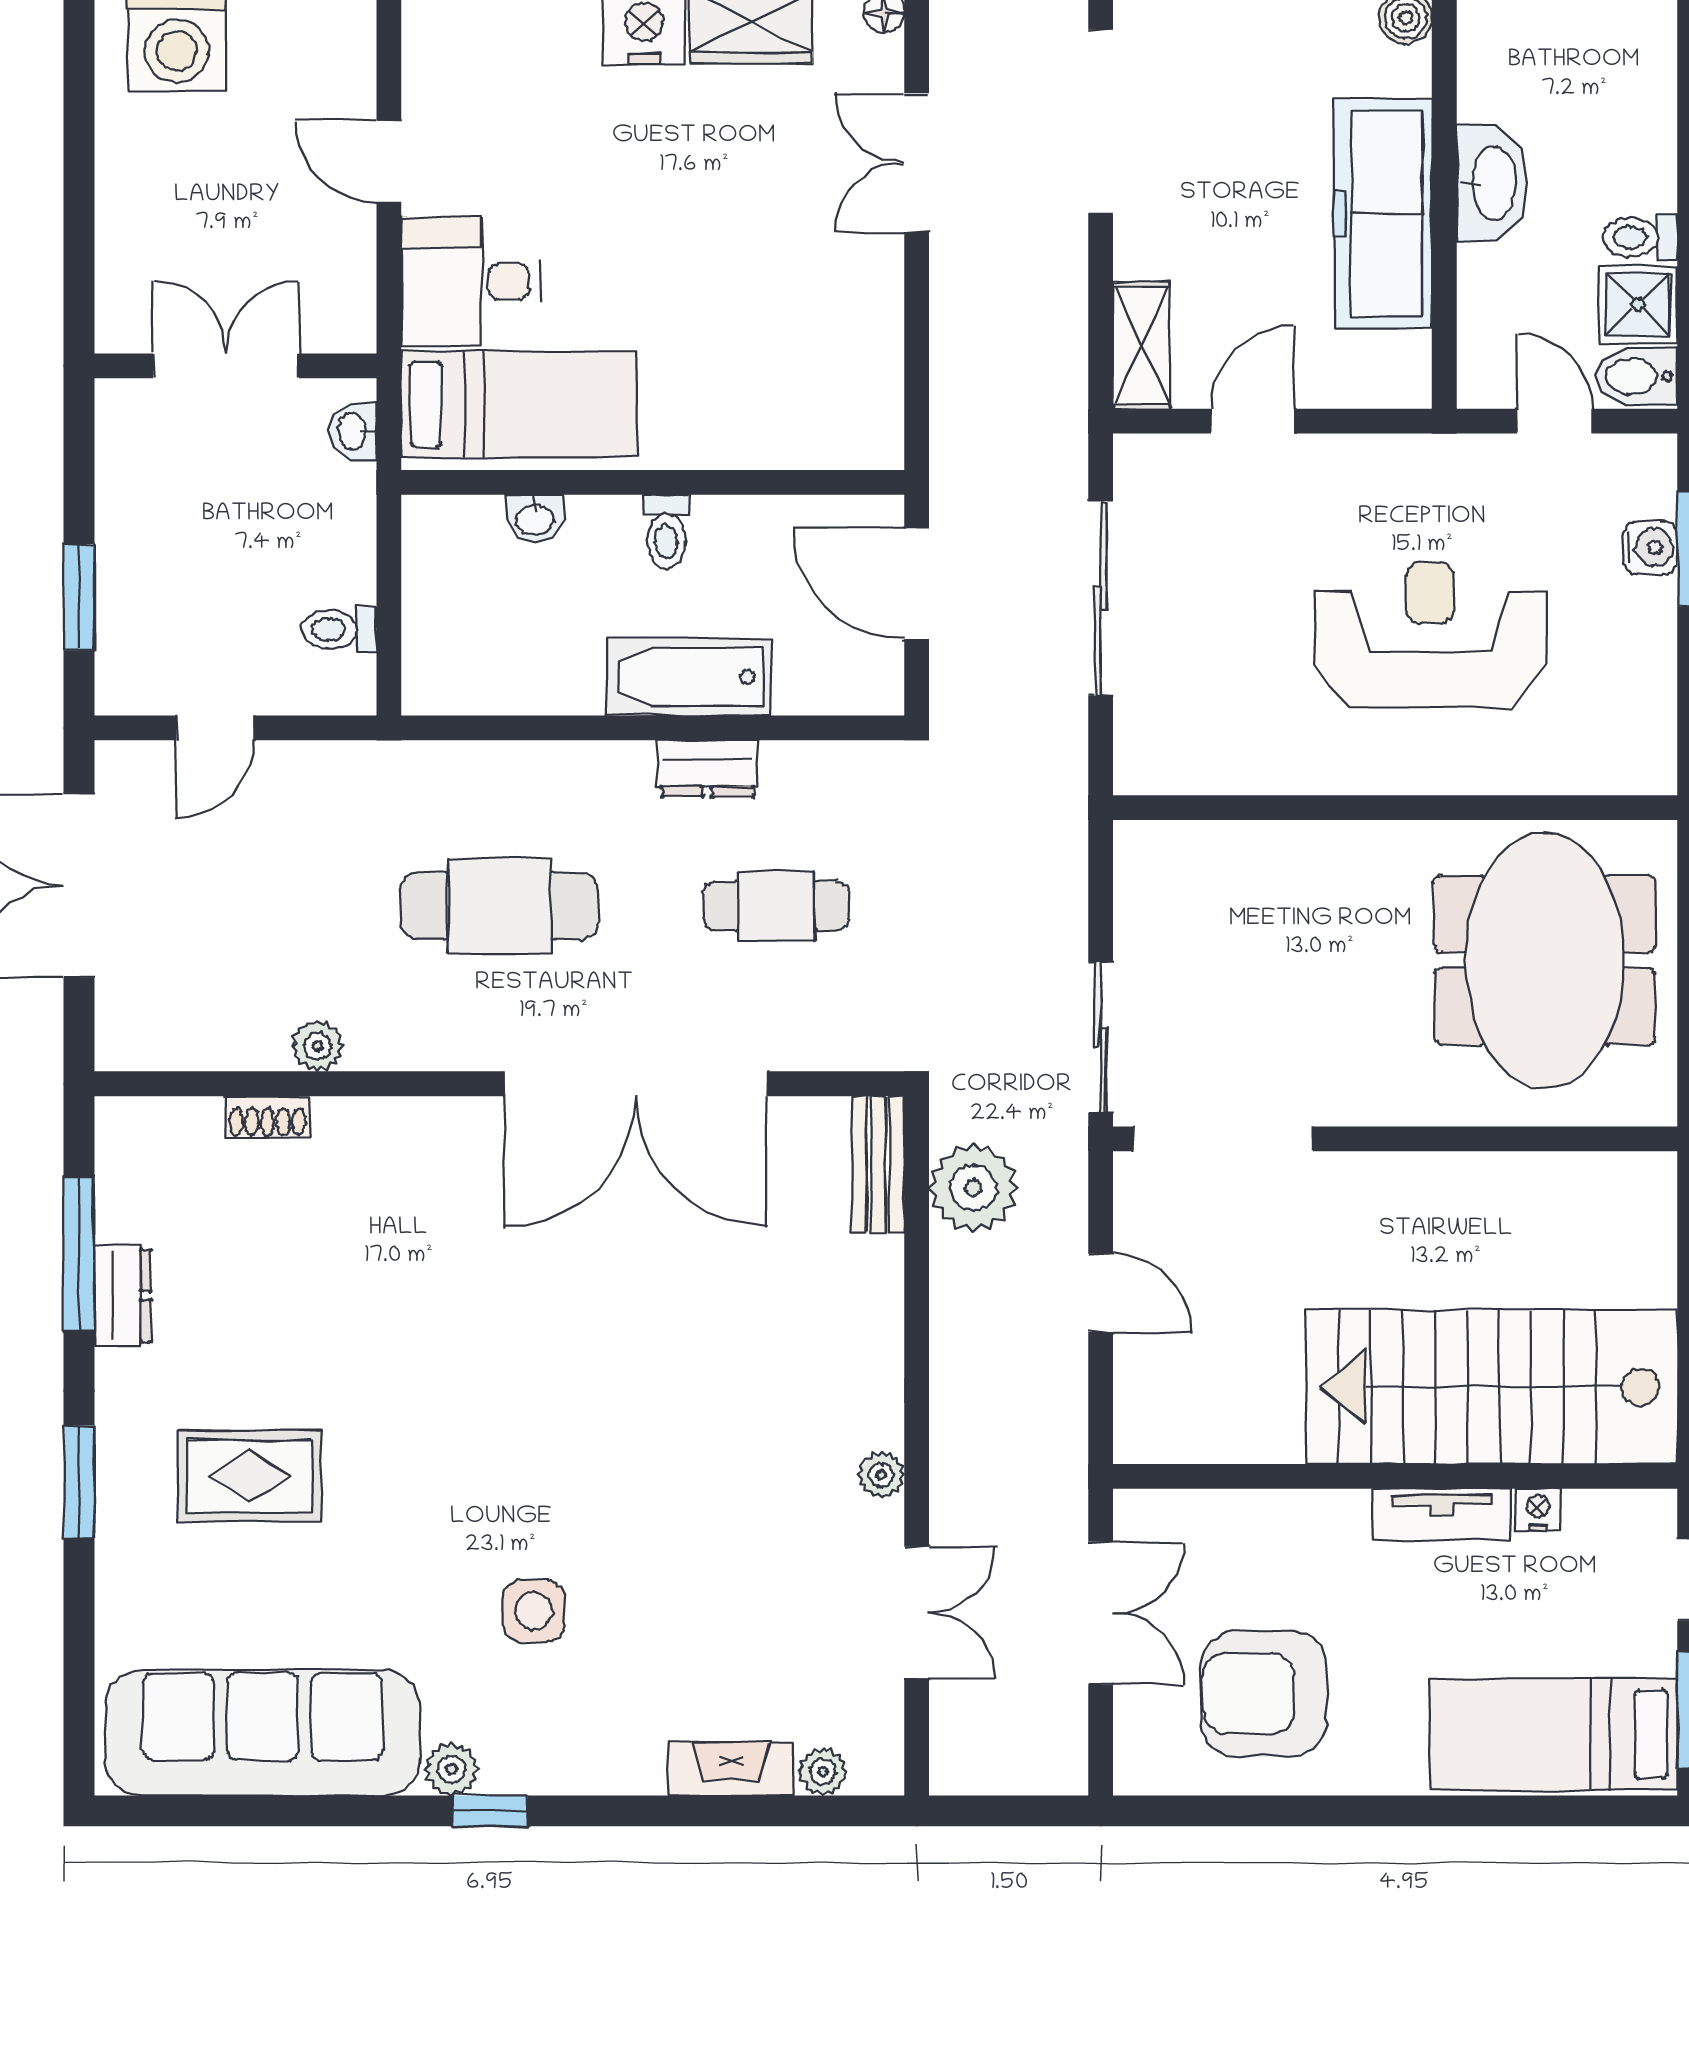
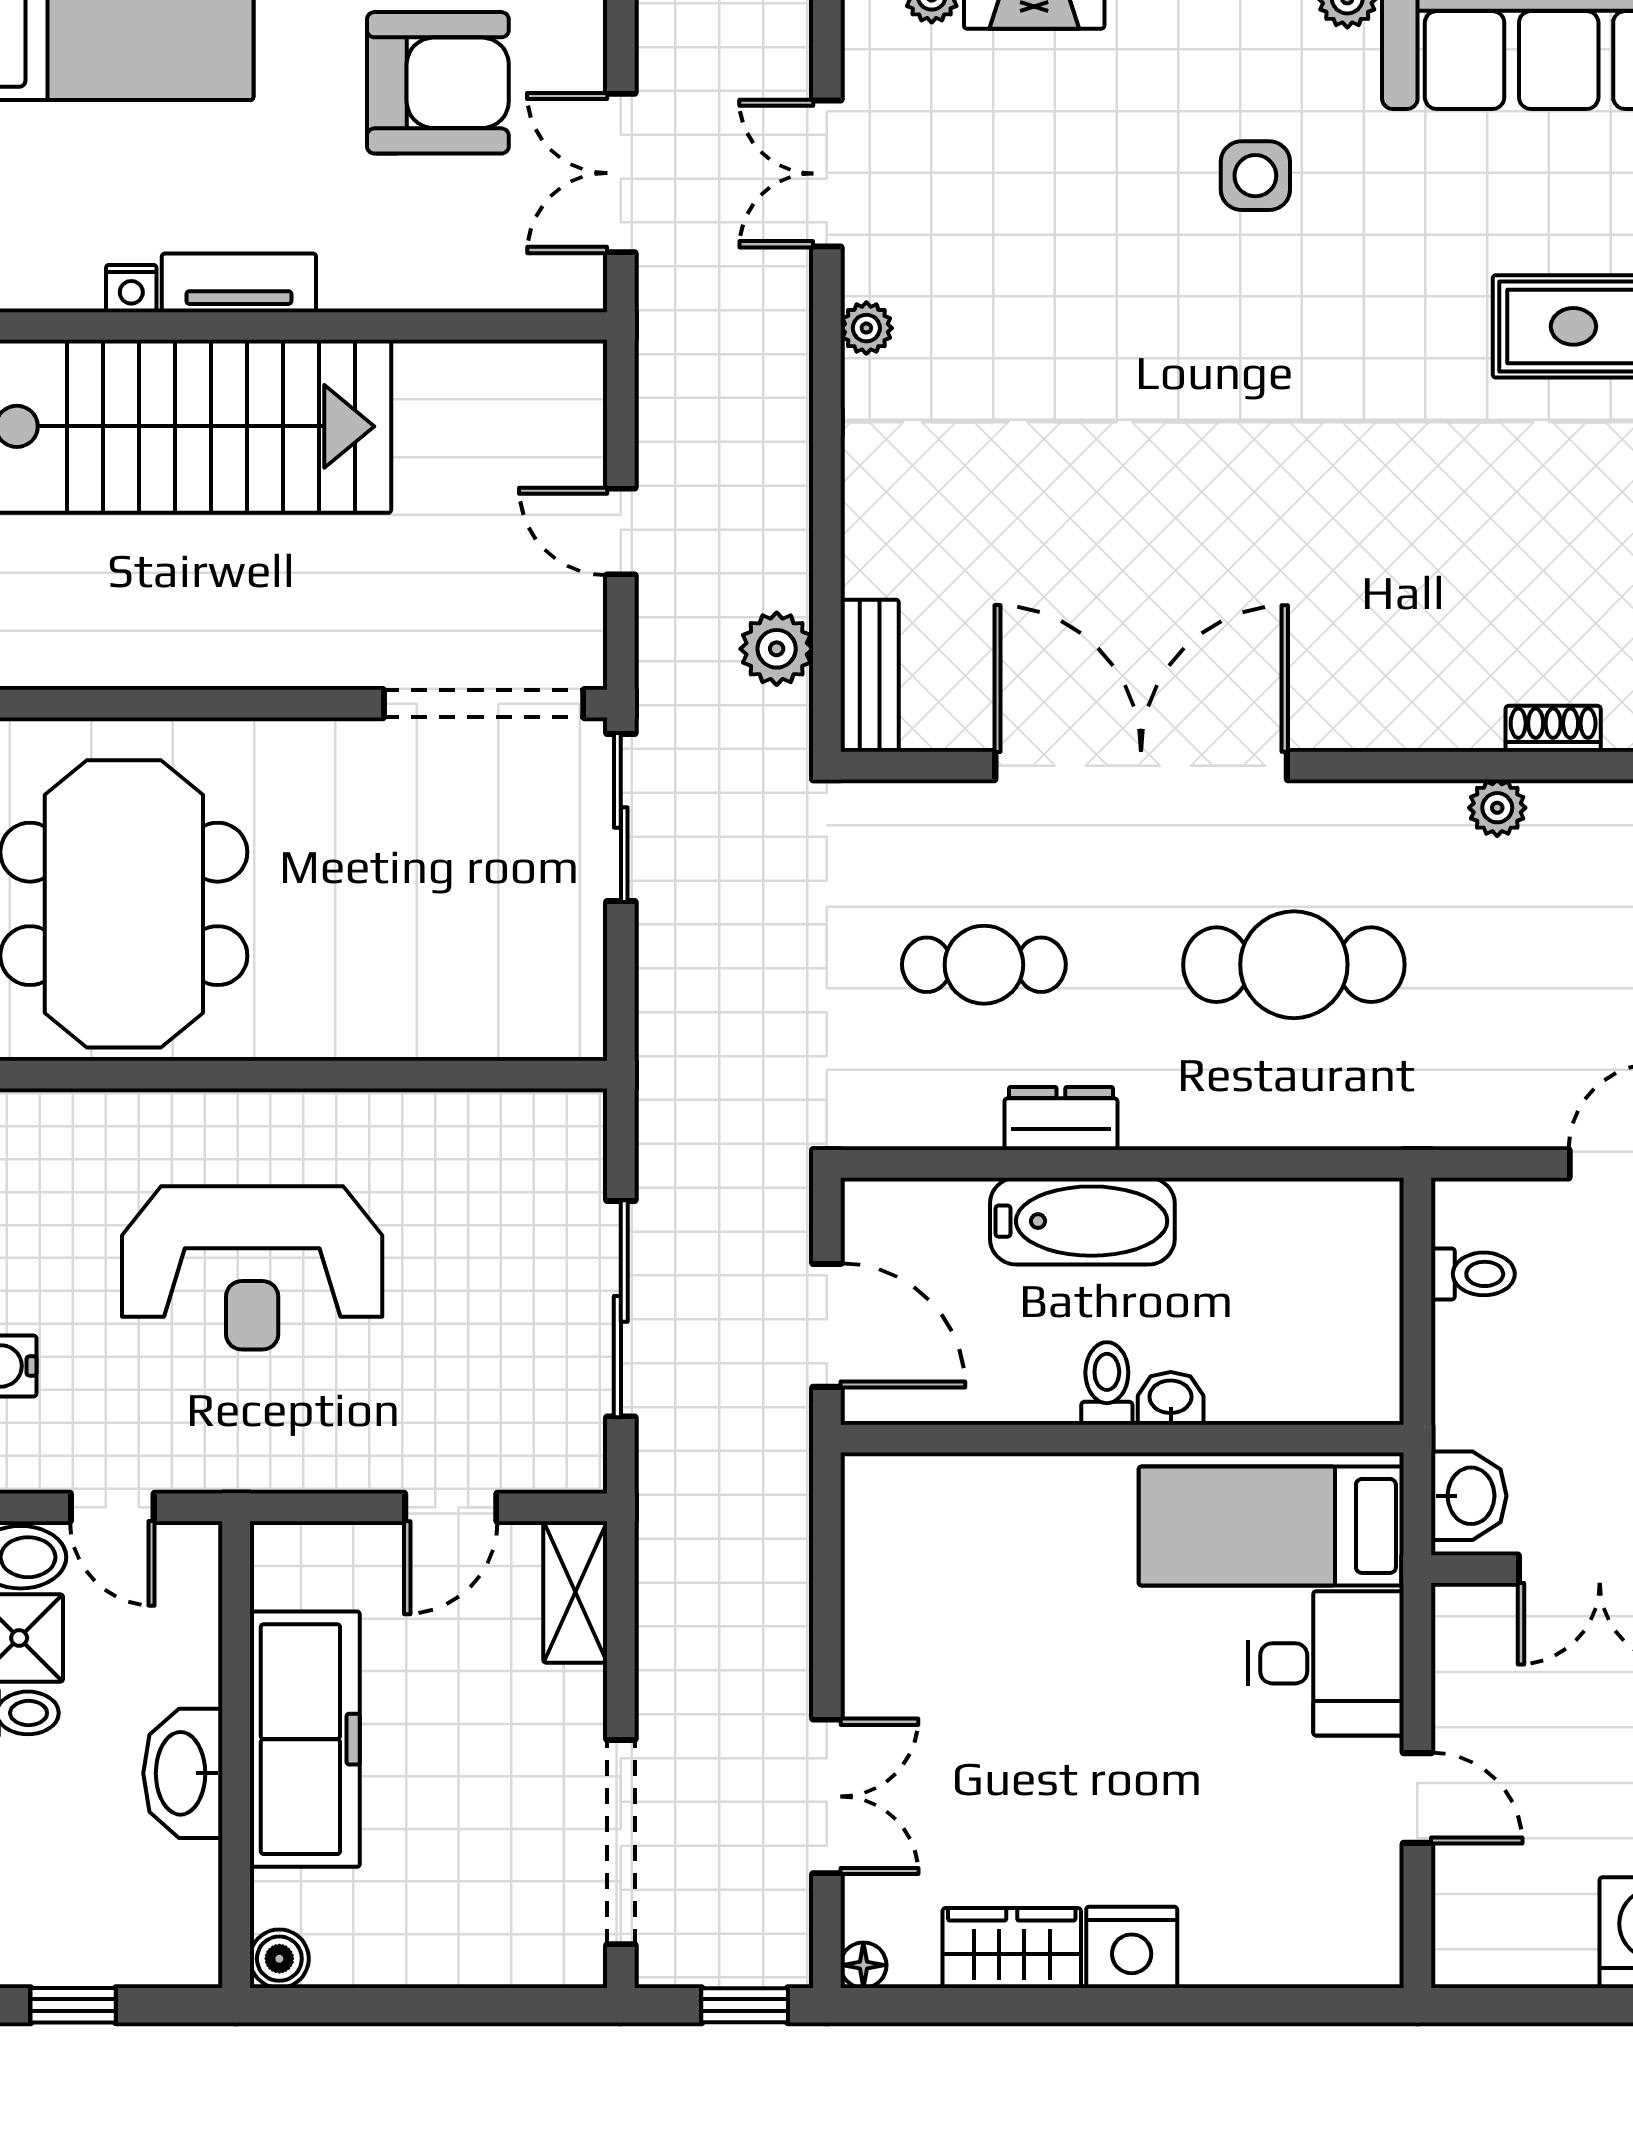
washbasin: (353, 431) -> (1469, 1496), width x1.38, depth x1.45
washbasin: (535, 518) -> (1171, 1398), moved
plant: (973, 1188) -> (777, 649), width x0.73, depth x0.73

